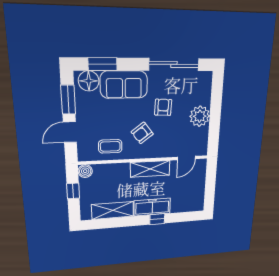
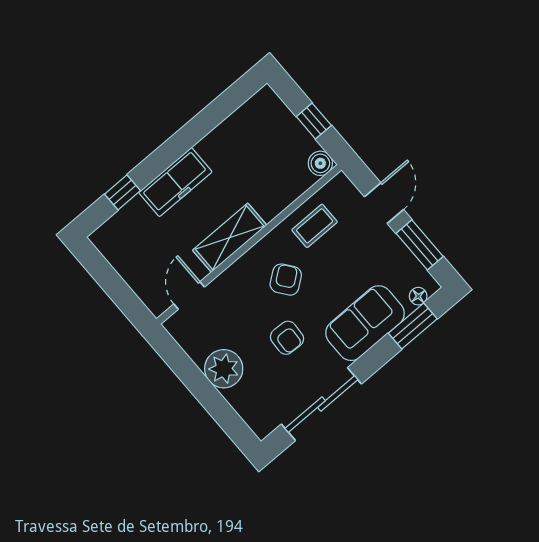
floor lamp: (89, 81) -> (418, 296), width x0.53, depth x0.53
shelving: (113, 210) -> (232, 133), removed
window: (157, 219) -> (123, 192), moved

